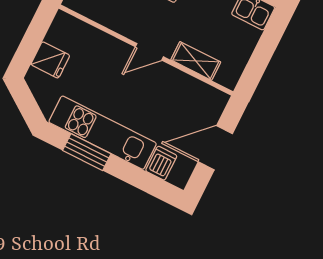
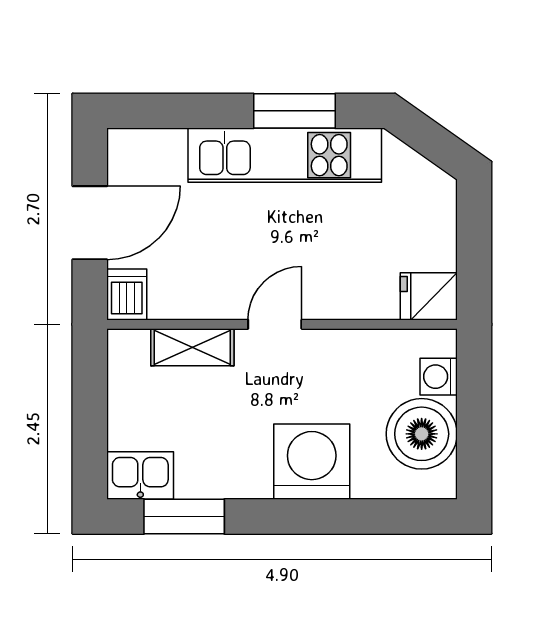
fridge: (50, 60) -> (429, 296), moved
dishwasher: (161, 163) -> (127, 294), moved, turned 180

